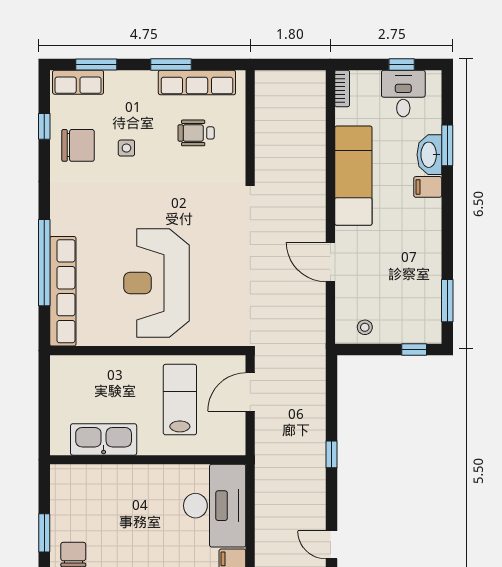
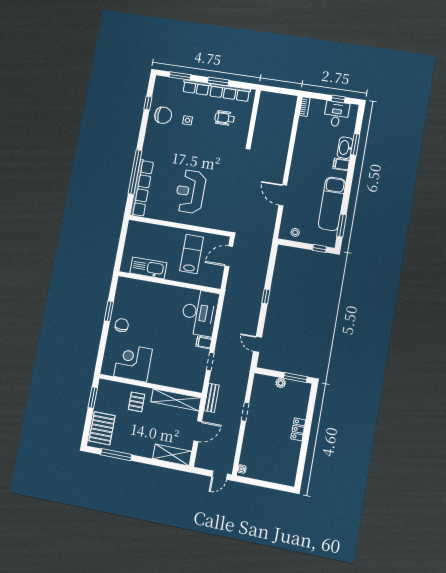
row of seats: (78, 82) -> (196, 87), moved
exam couch: (353, 176) -> (332, 204), moved, turned 180
reception desk: (156, 283) -> (190, 192), width x0.74, depth x0.77

